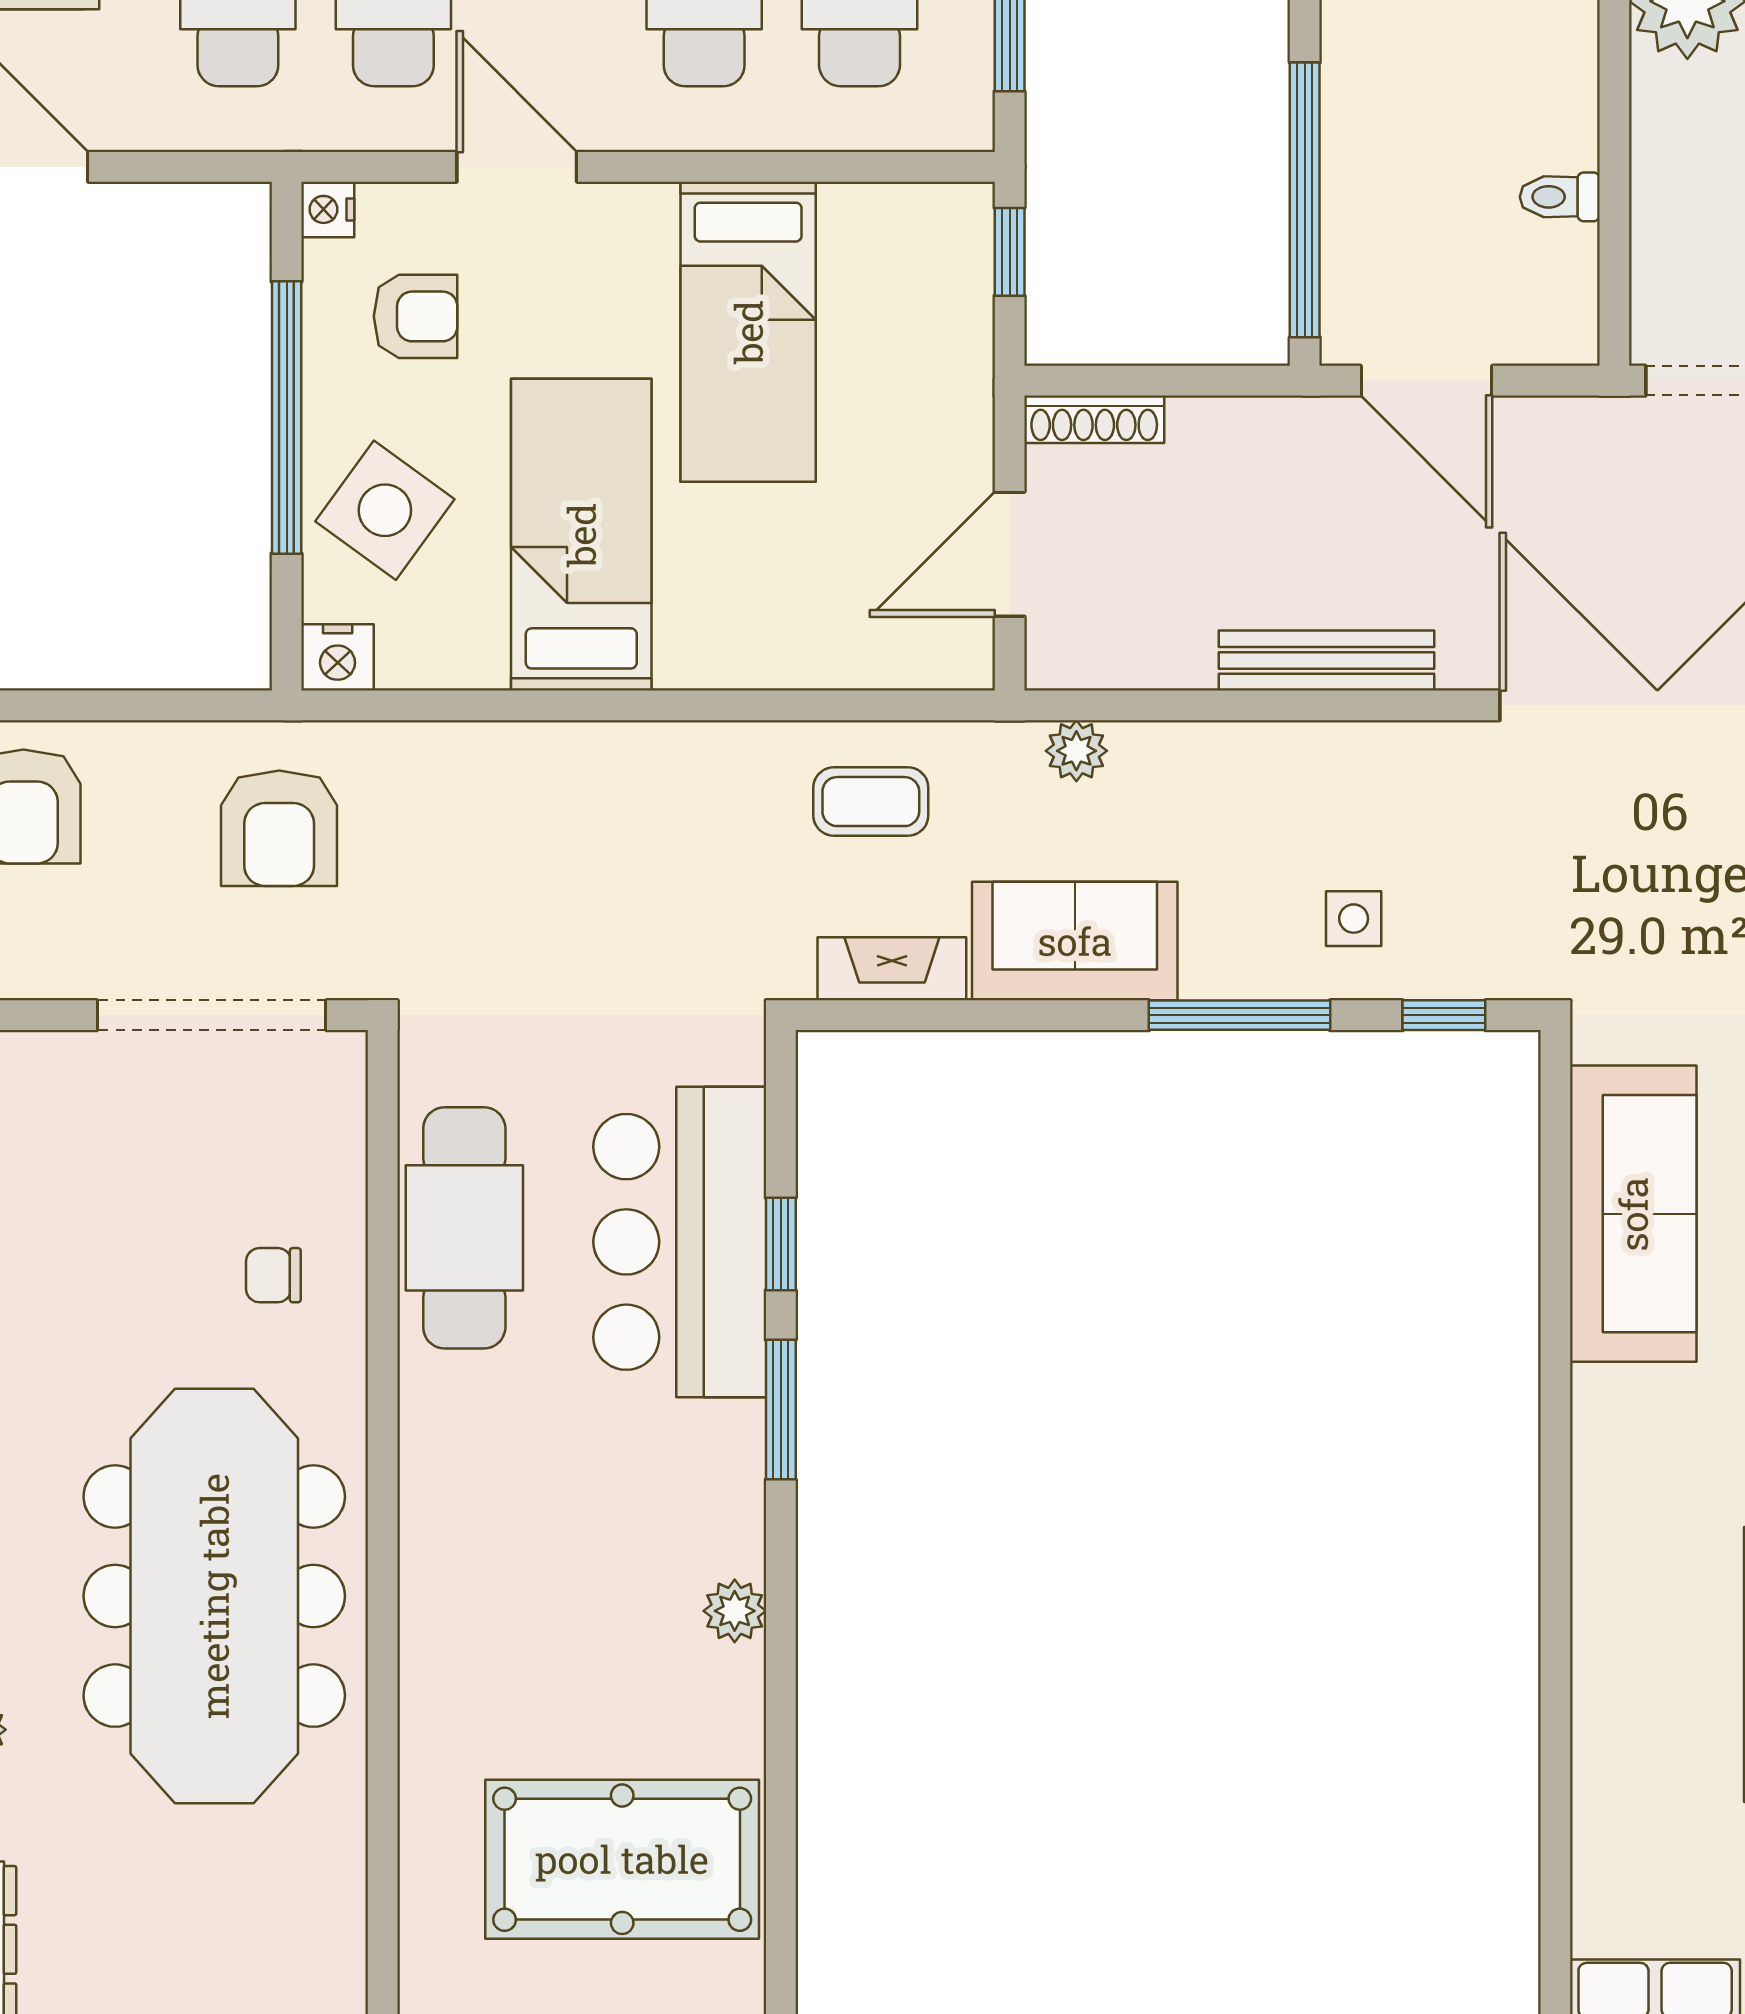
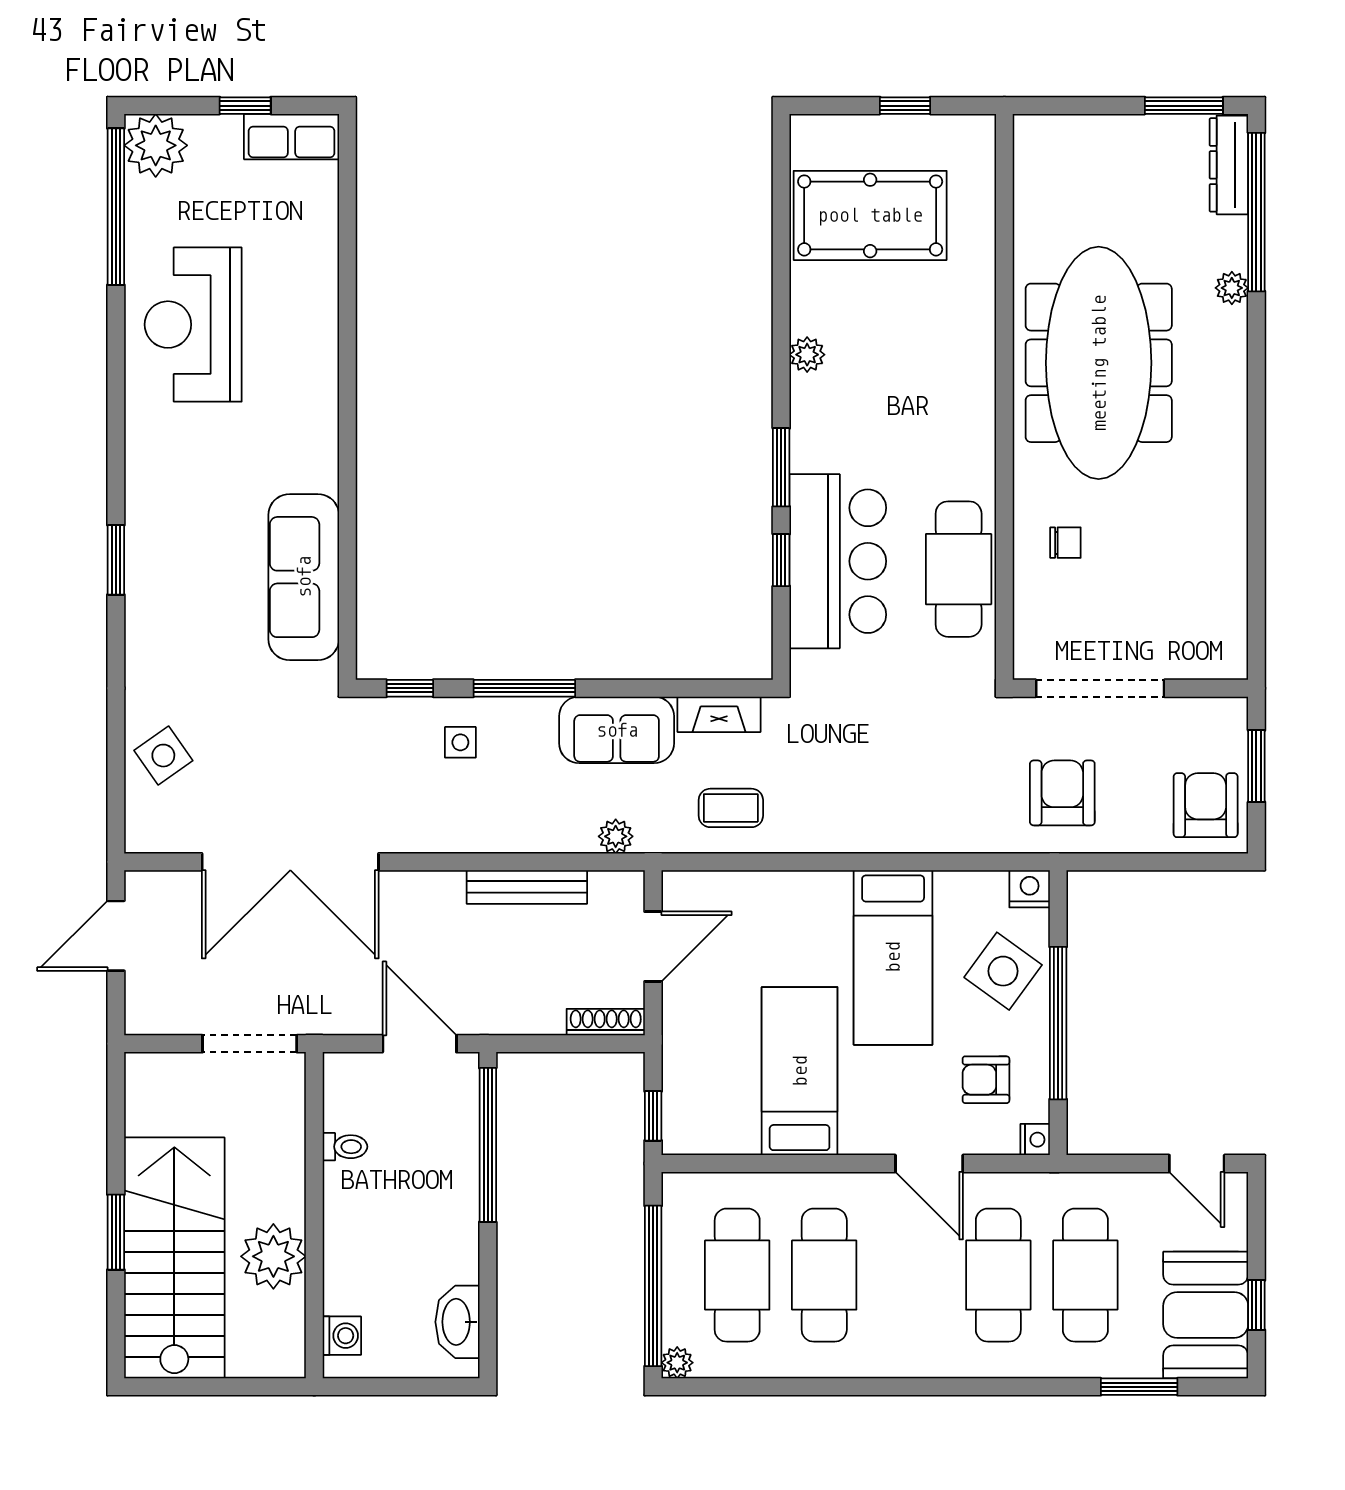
bench: (1326, 660) -> (527, 887), moved

